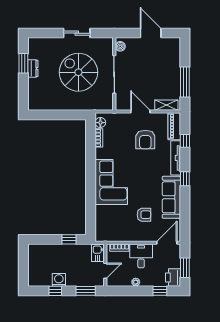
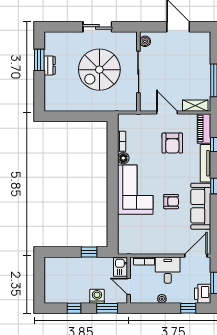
spiral stairs: (78, 72) -> (99, 70), turned -90
floor lamp: (100, 123) -> (123, 158), moved
armchair: (144, 215) -> (171, 202), moved
door: (105, 271) -> (129, 286), swing flipped
washing machine: (59, 280) -> (97, 296), moved

